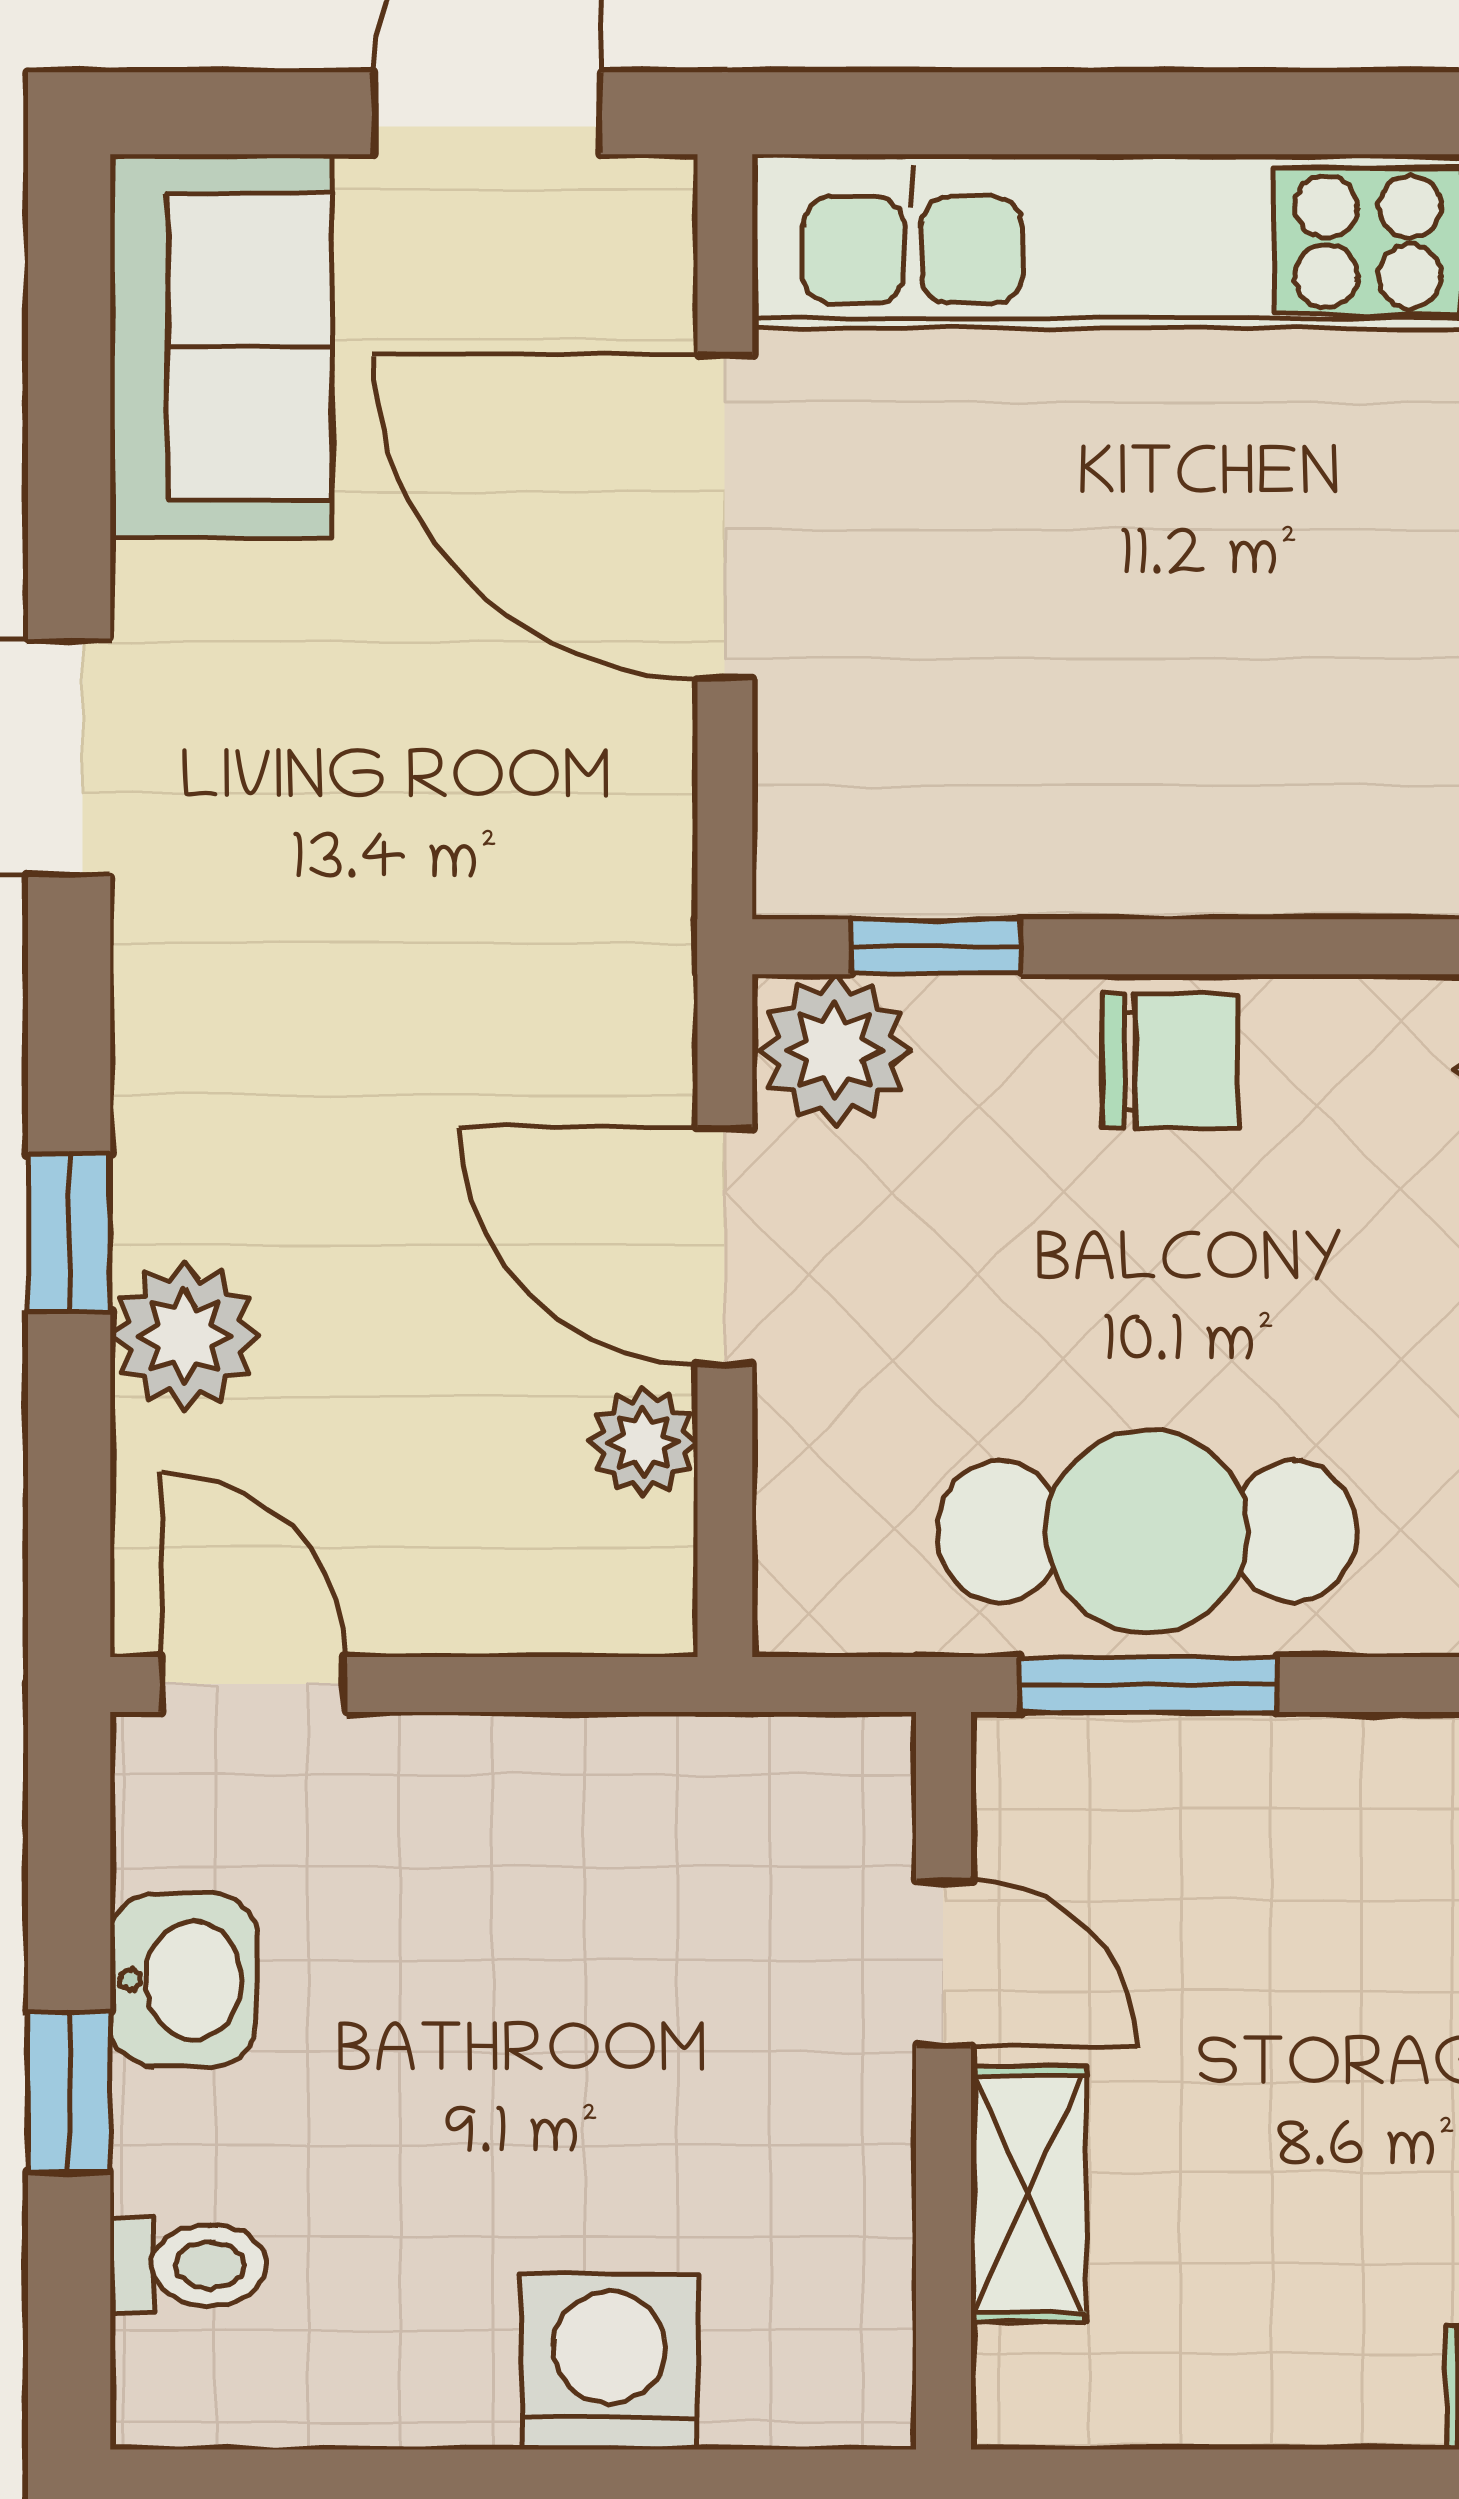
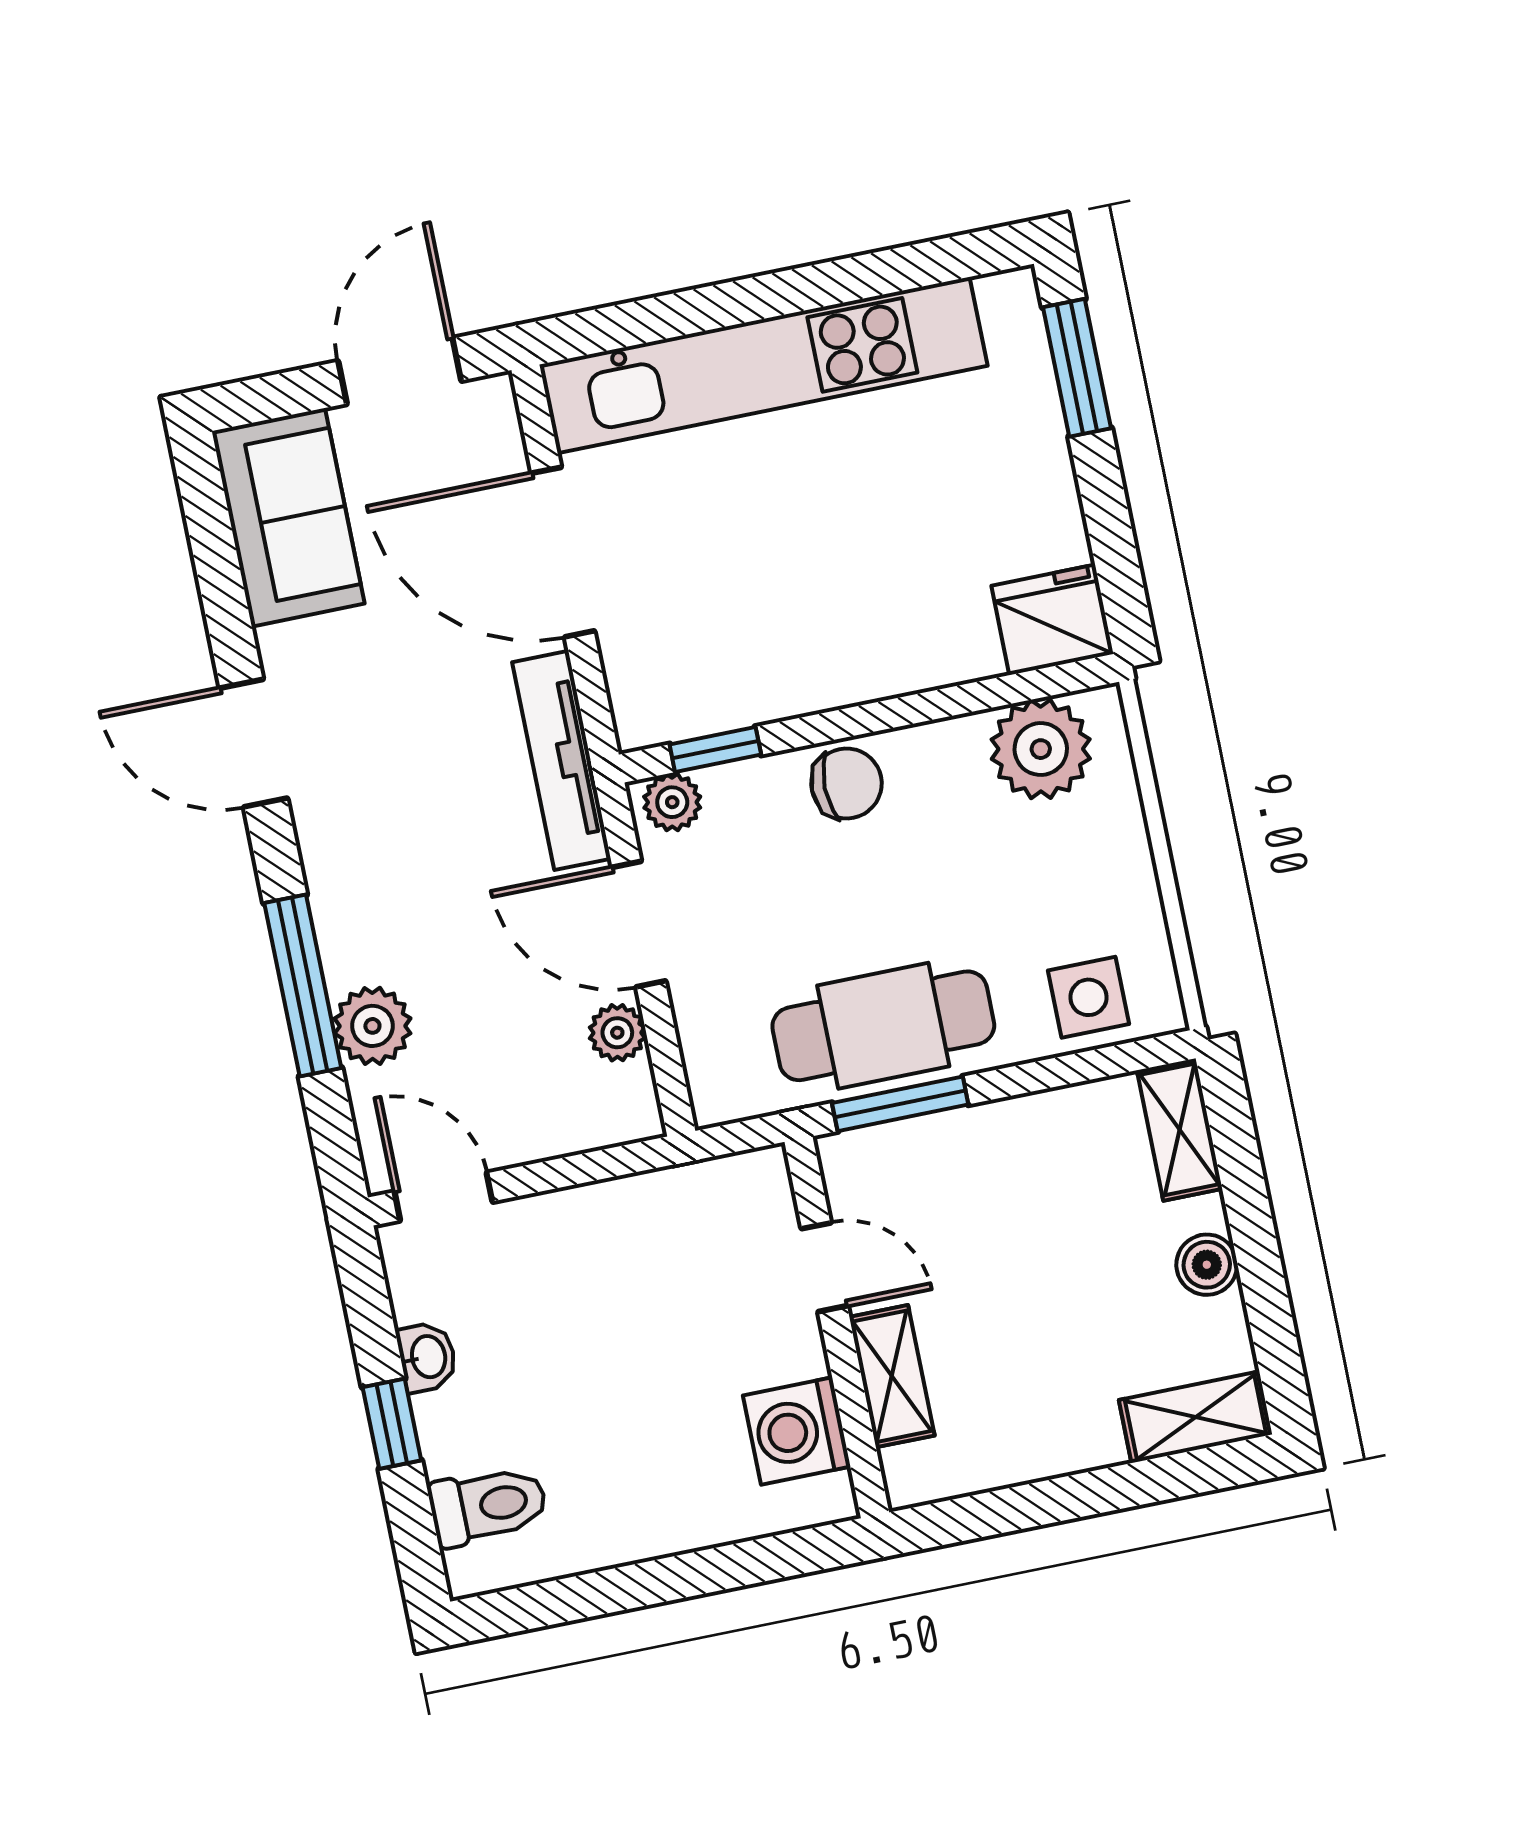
tv unit: (642, 908) -> (561, 760), added
plant: (835, 1050) -> (672, 802), width x0.73, depth x0.73
window: (69, 1233) -> (303, 986), width x2.17
washbasin: (183, 1980) -> (427, 1357), width x0.72, depth x0.69
toilet: (188, 2265) -> (488, 1506), width x1.37, depth x1.39
washing machine: (610, 2362) -> (797, 1431), moved, turned -90

